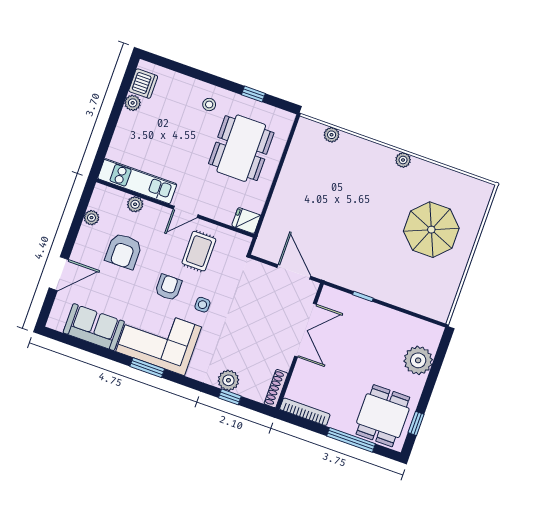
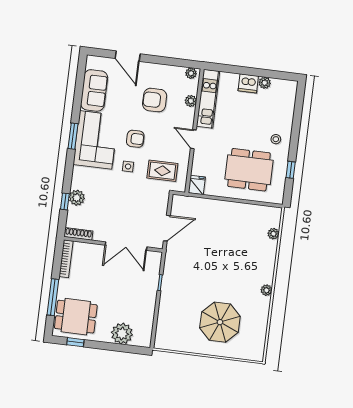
dishwasher: (143, 84) -> (248, 83), moved
plant: (91, 218) -> (191, 73), moved
rug: (199, 251) -> (162, 171), moved

